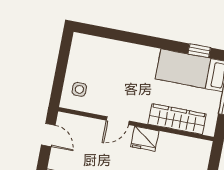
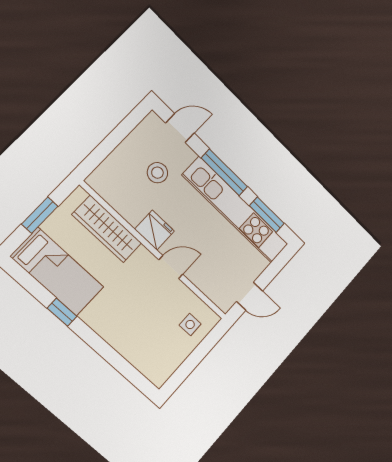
window: (199, 51) -> (62, 312), moved
door: (48, 135) -> (250, 296), swing flipped

